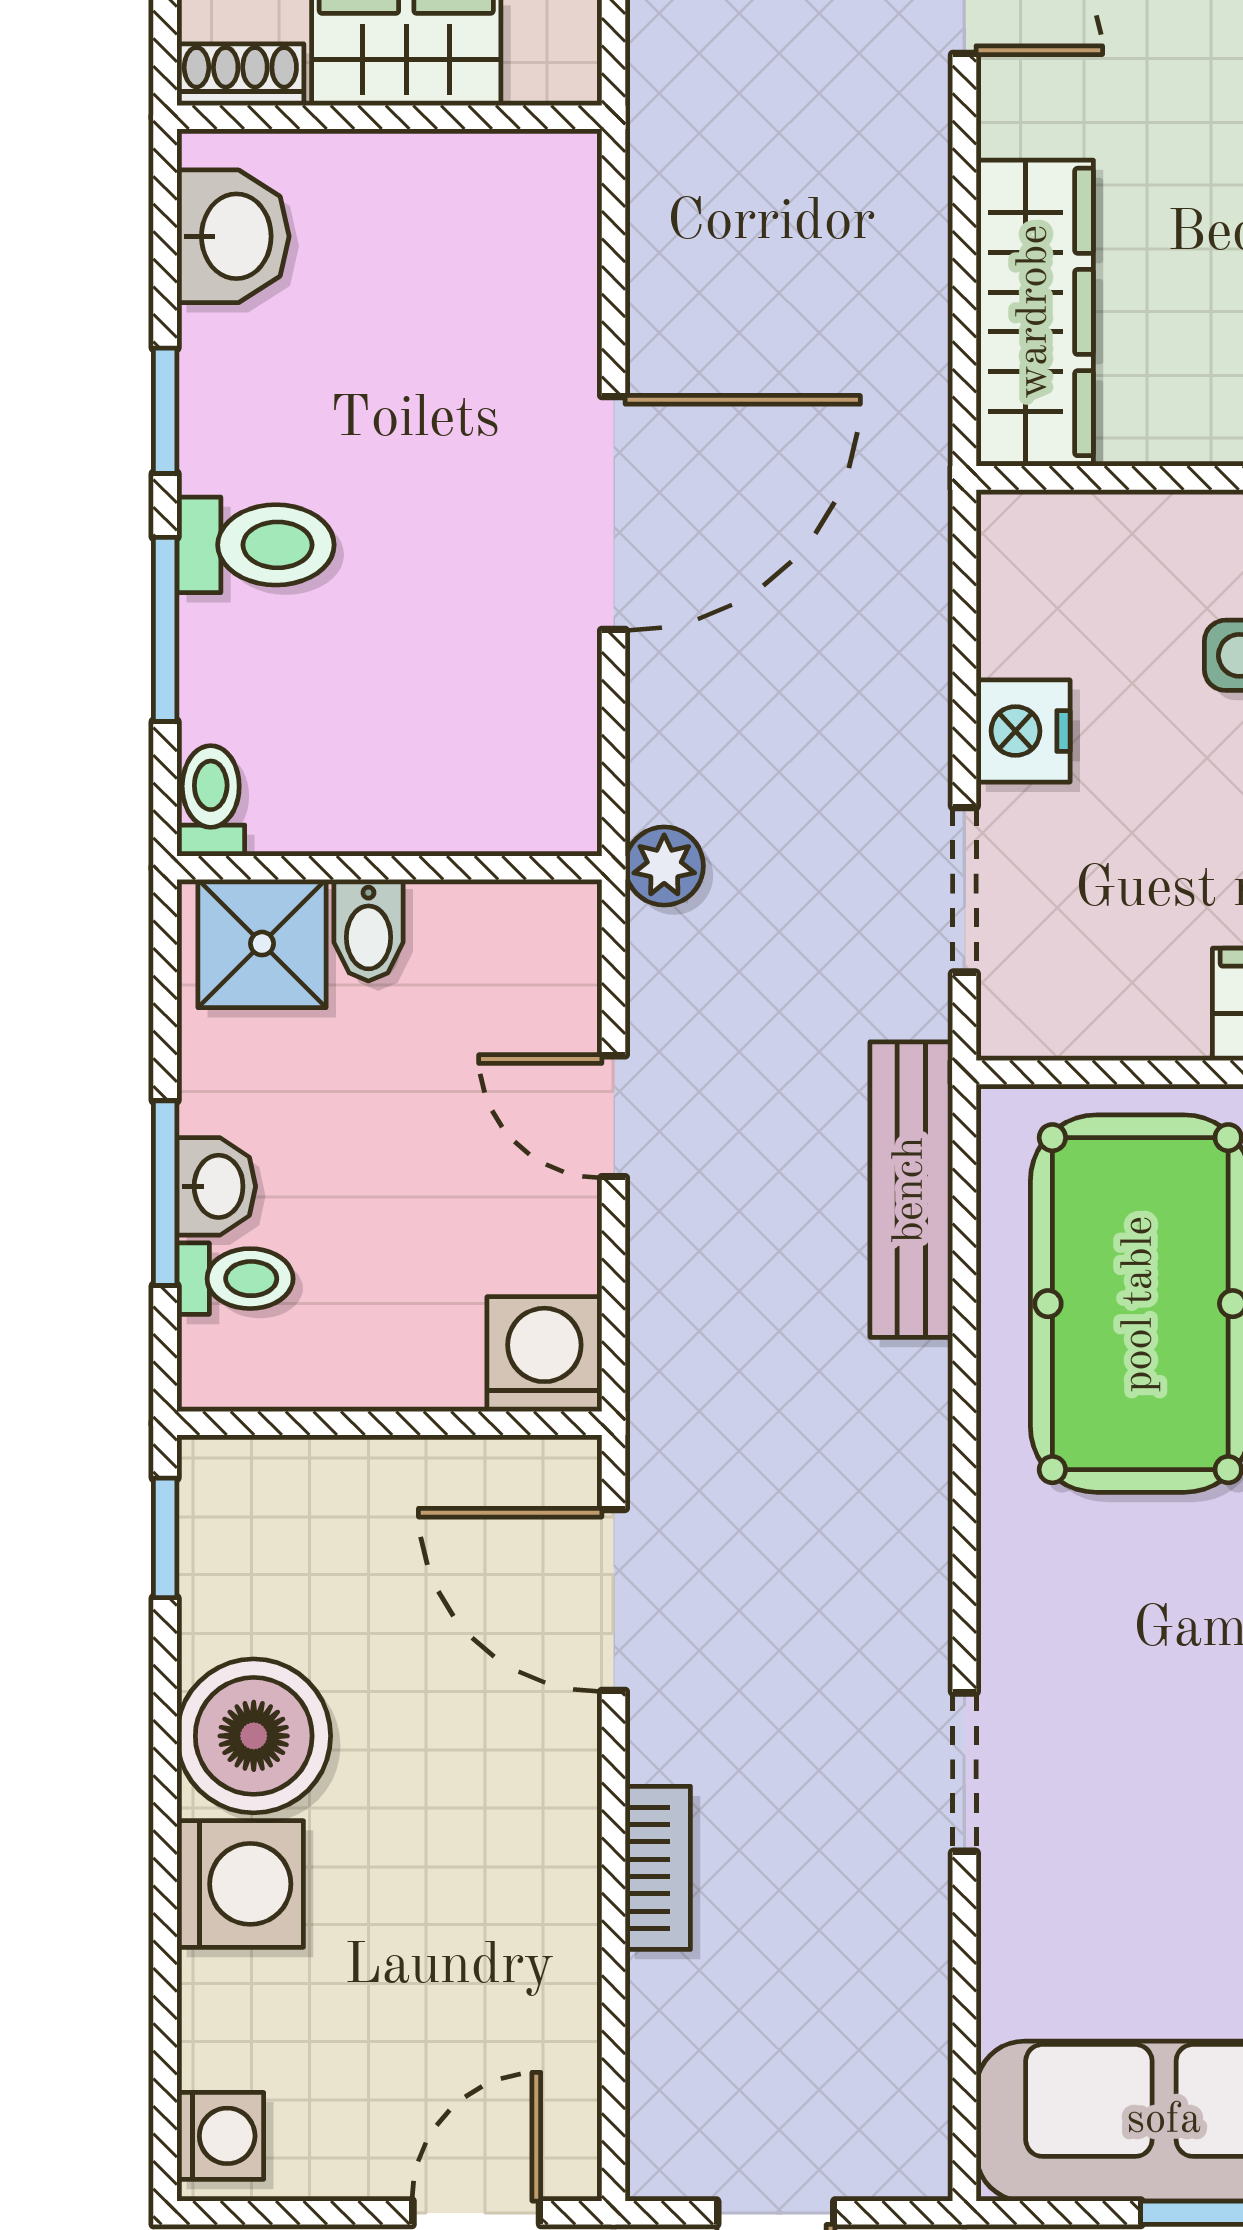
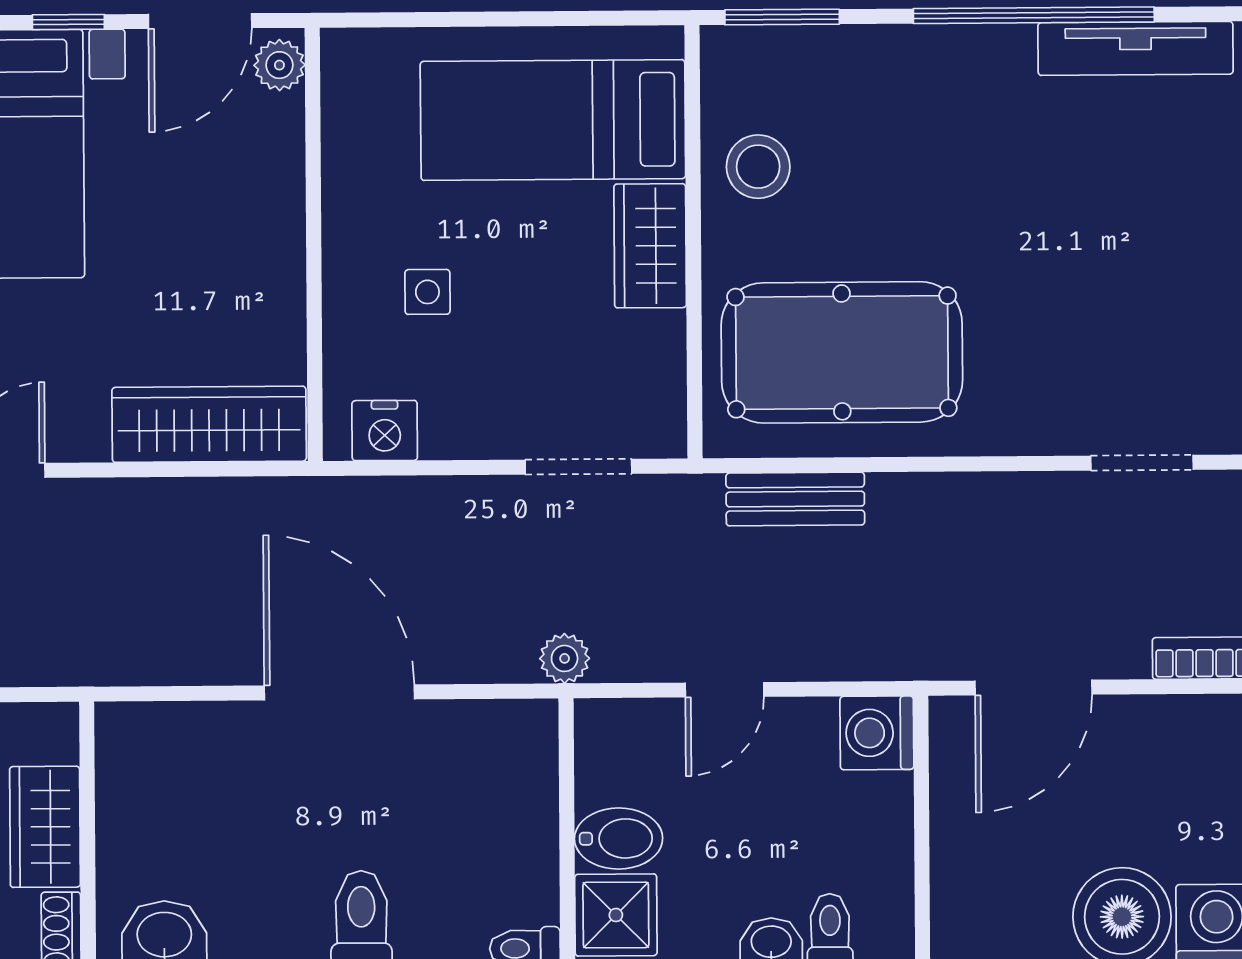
nightstand: (1023, 731) -> (385, 431), moved
bidet: (368, 930) -> (619, 839), width x1.38, depth x1.36
bench: (911, 1190) -> (795, 499), width x0.73

